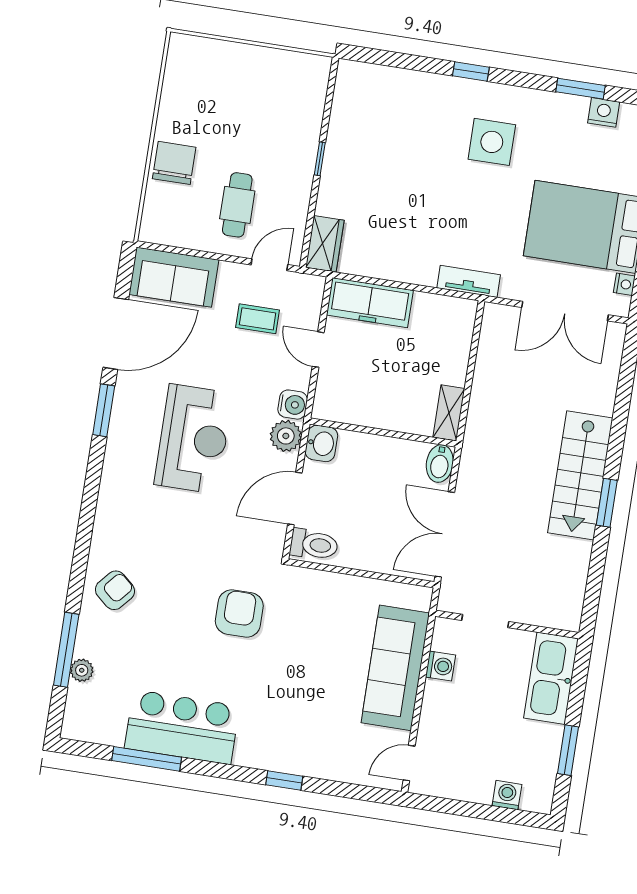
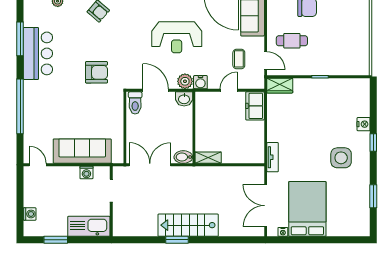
nightstand: (604, 112) -> (364, 124), moved
freezer: (370, 303) -> (255, 106), width x0.71
window: (284, 780) -> (20, 106), width x3.17

